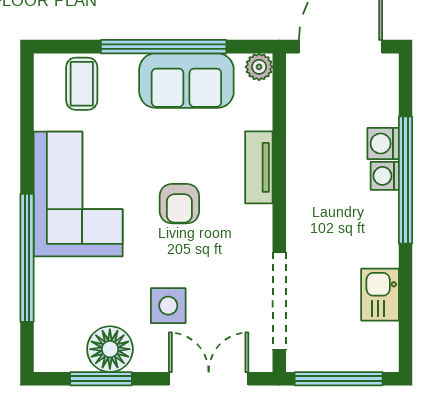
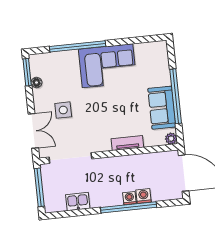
coffee table: (82, 84) -> (156, 62), removed
armchair: (179, 204) -> (108, 110), removed
floor lamp: (110, 349) -> (36, 83), width x0.53, depth x0.53
window: (101, 379) -> (27, 72), moved

